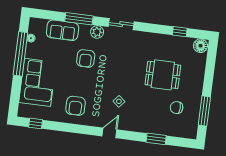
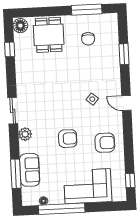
window: (79, 19) -> (16, 174), moved
armchair: (86, 58) -> (68, 139), moved
dining table: (163, 75) -> (49, 35), moved

